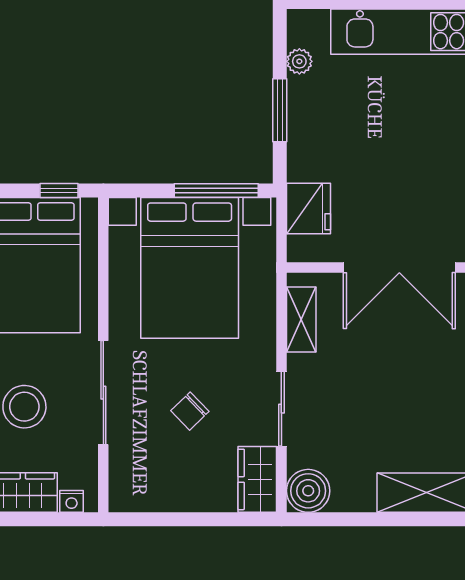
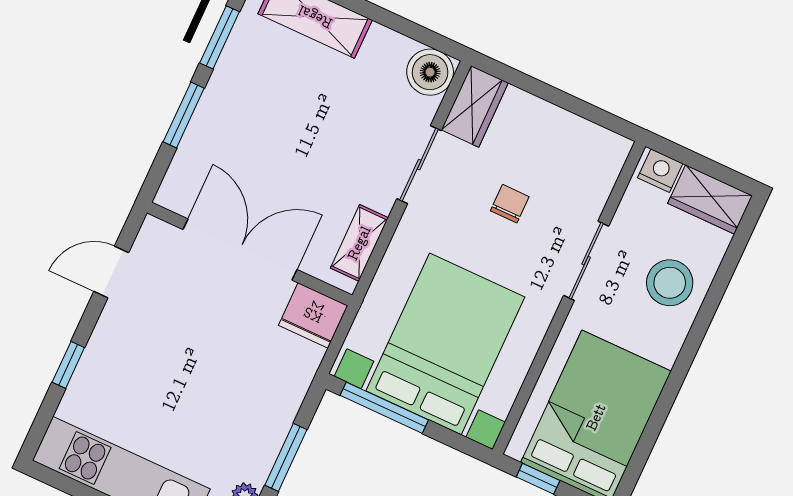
fridge: (308, 208) -> (313, 315), moved, turned -90
sliding door: (103, 393) -> (586, 261), width x0.73
chair: (190, 411) -> (510, 204), turned -46
nightstand: (72, 501) -> (660, 171), width x1.39, depth x1.35

